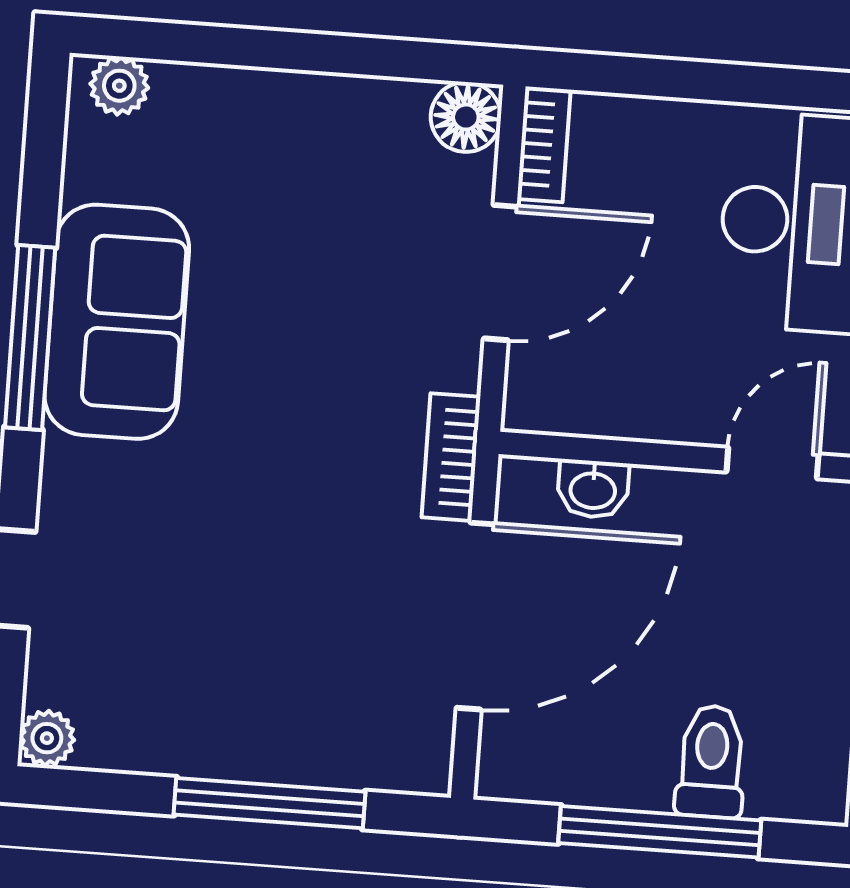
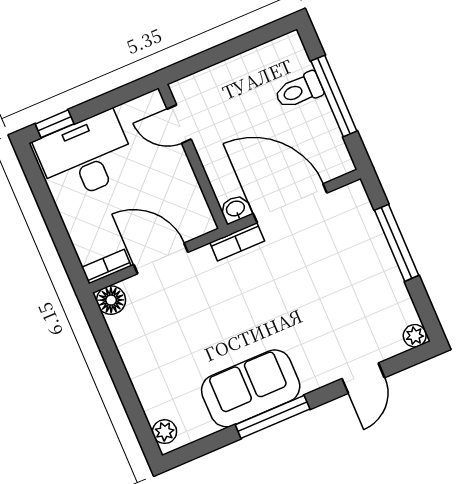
washbasin: (593, 489) -> (236, 209), moved, turned -90

